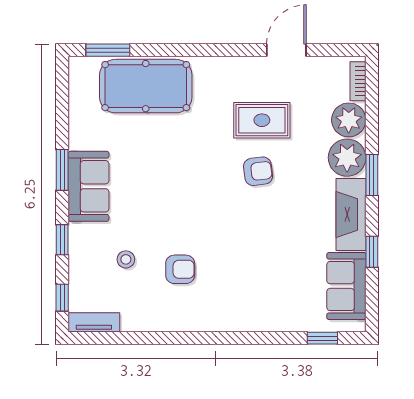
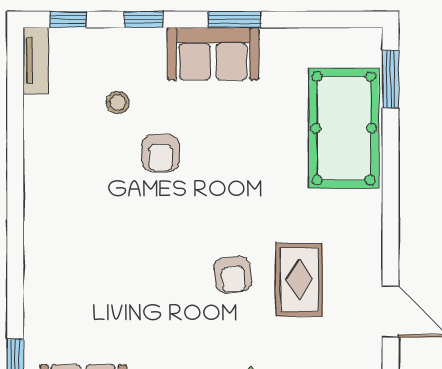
armchair: (180, 269) -> (161, 153), moved

